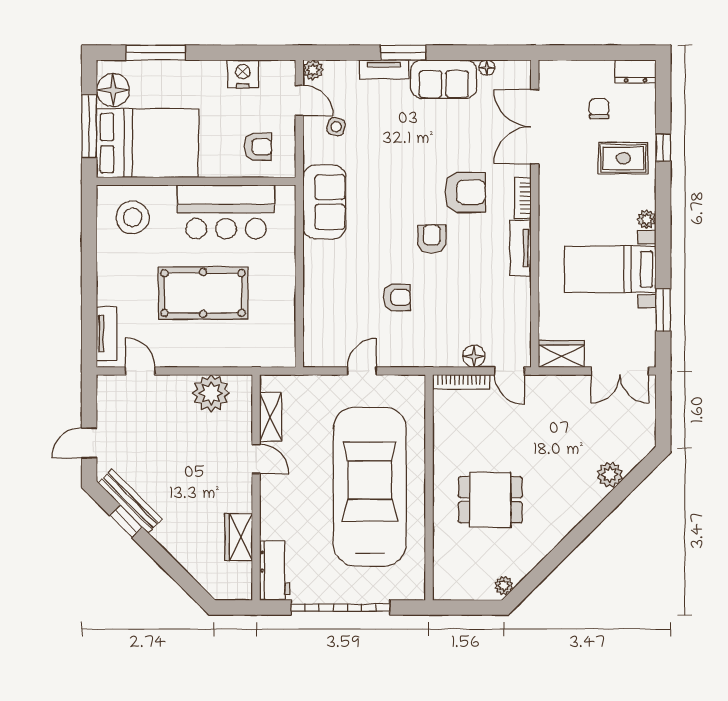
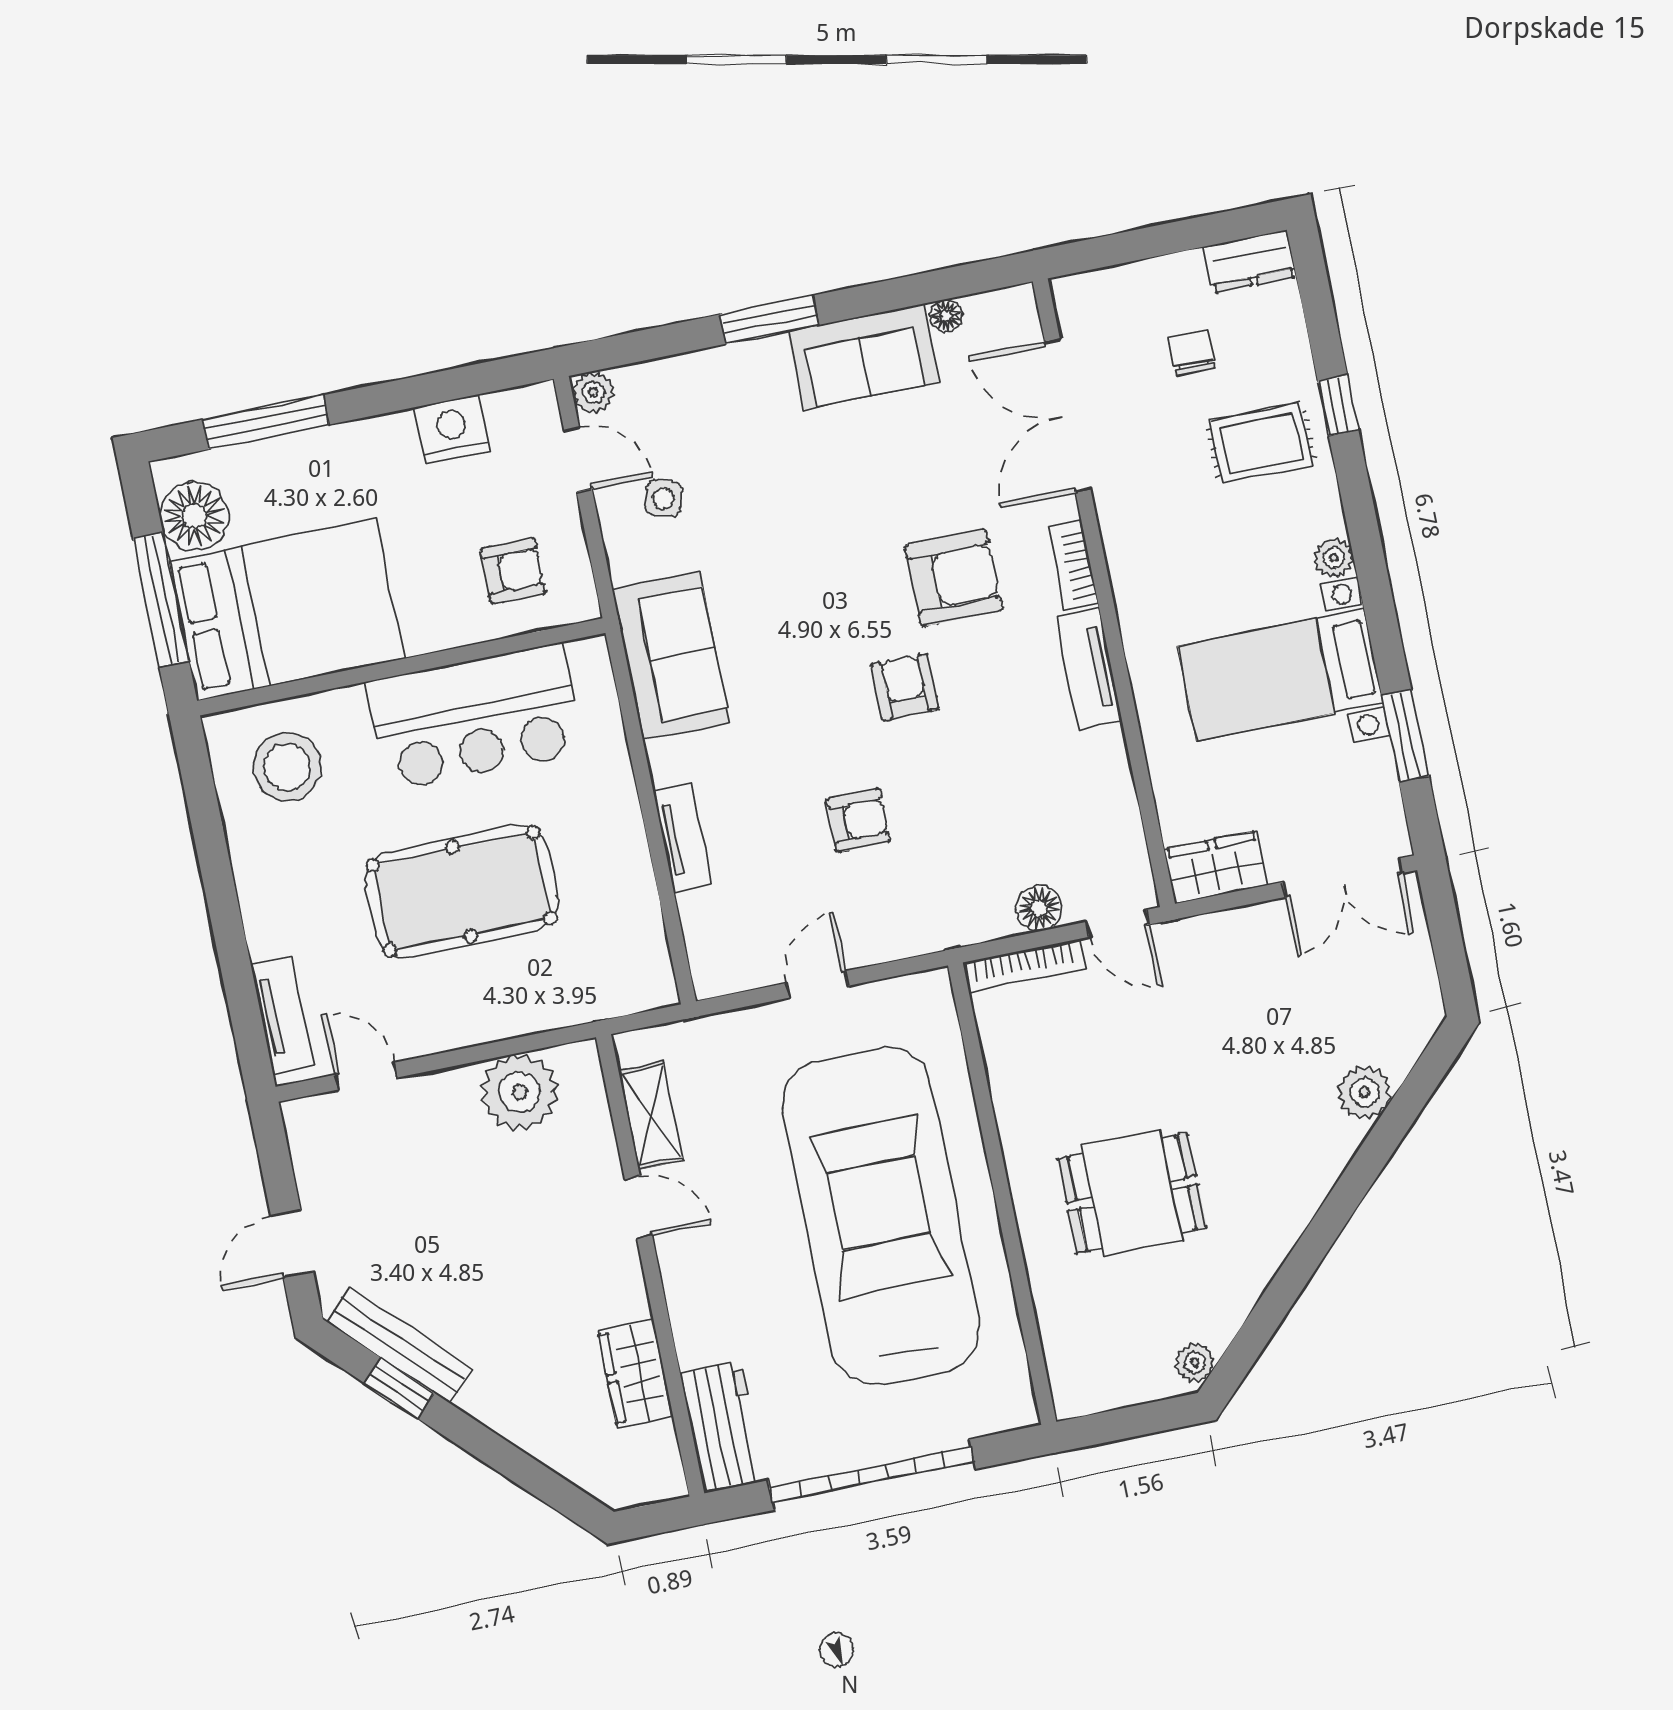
tv unit: (384, 69) -> (682, 837), moved, turned -90

